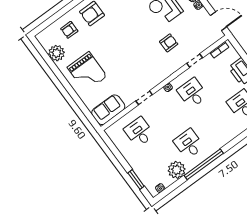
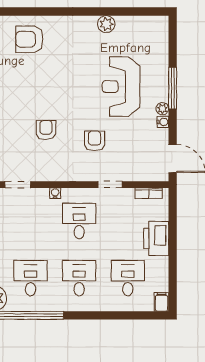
armchair: (169, 43) -> (95, 141), turned -90
armchair: (138, 57) -> (46, 130), added
desk: (215, 124) -> (79, 278), added

